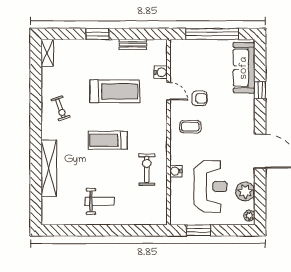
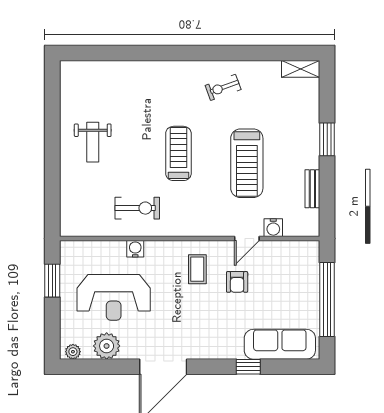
shelving: (49, 168) -> (139, 71), removed

